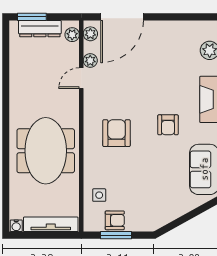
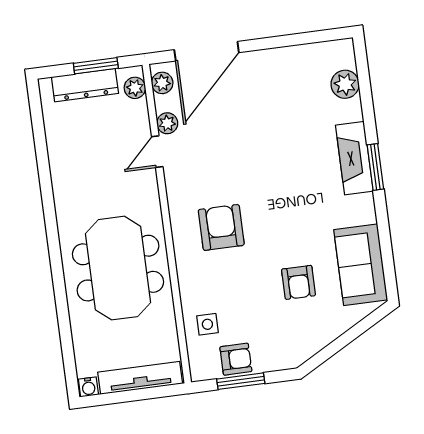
window: (32, 17) -> (96, 66), moved
armchair: (168, 125) -> (298, 282), moved

